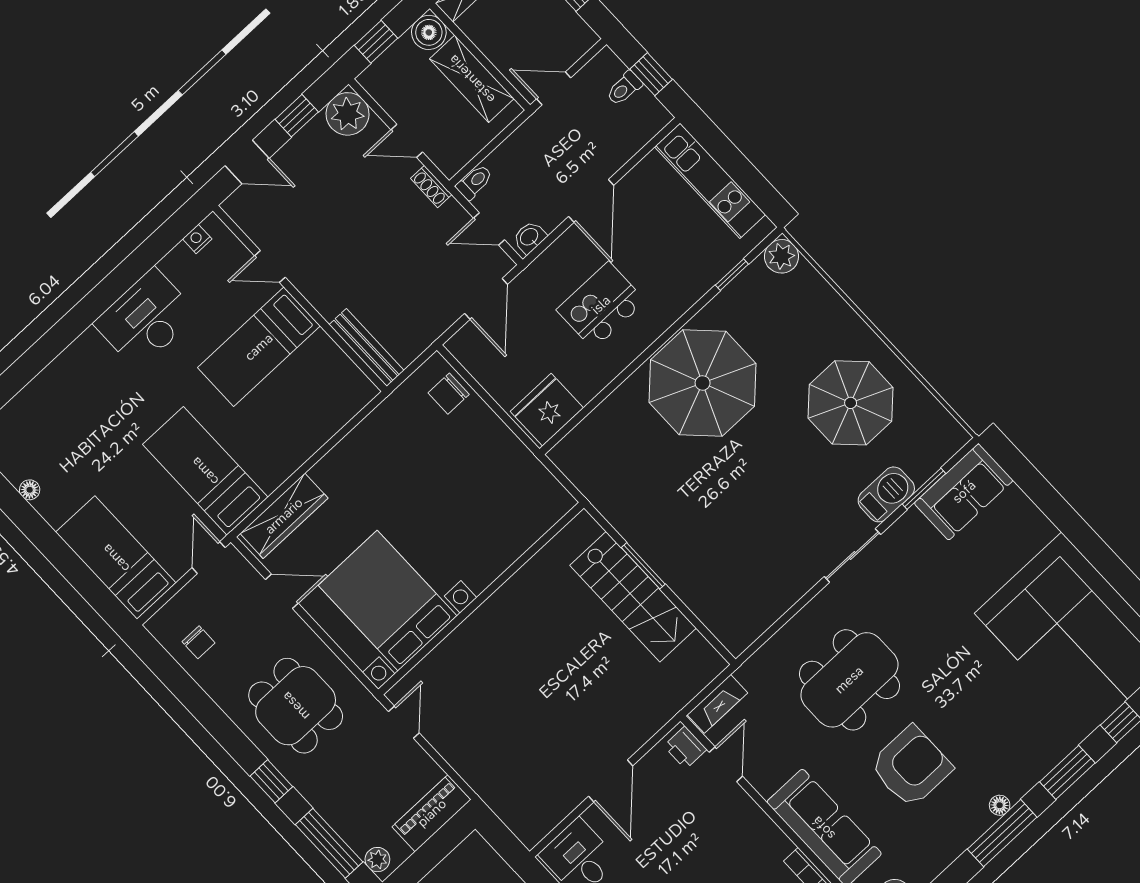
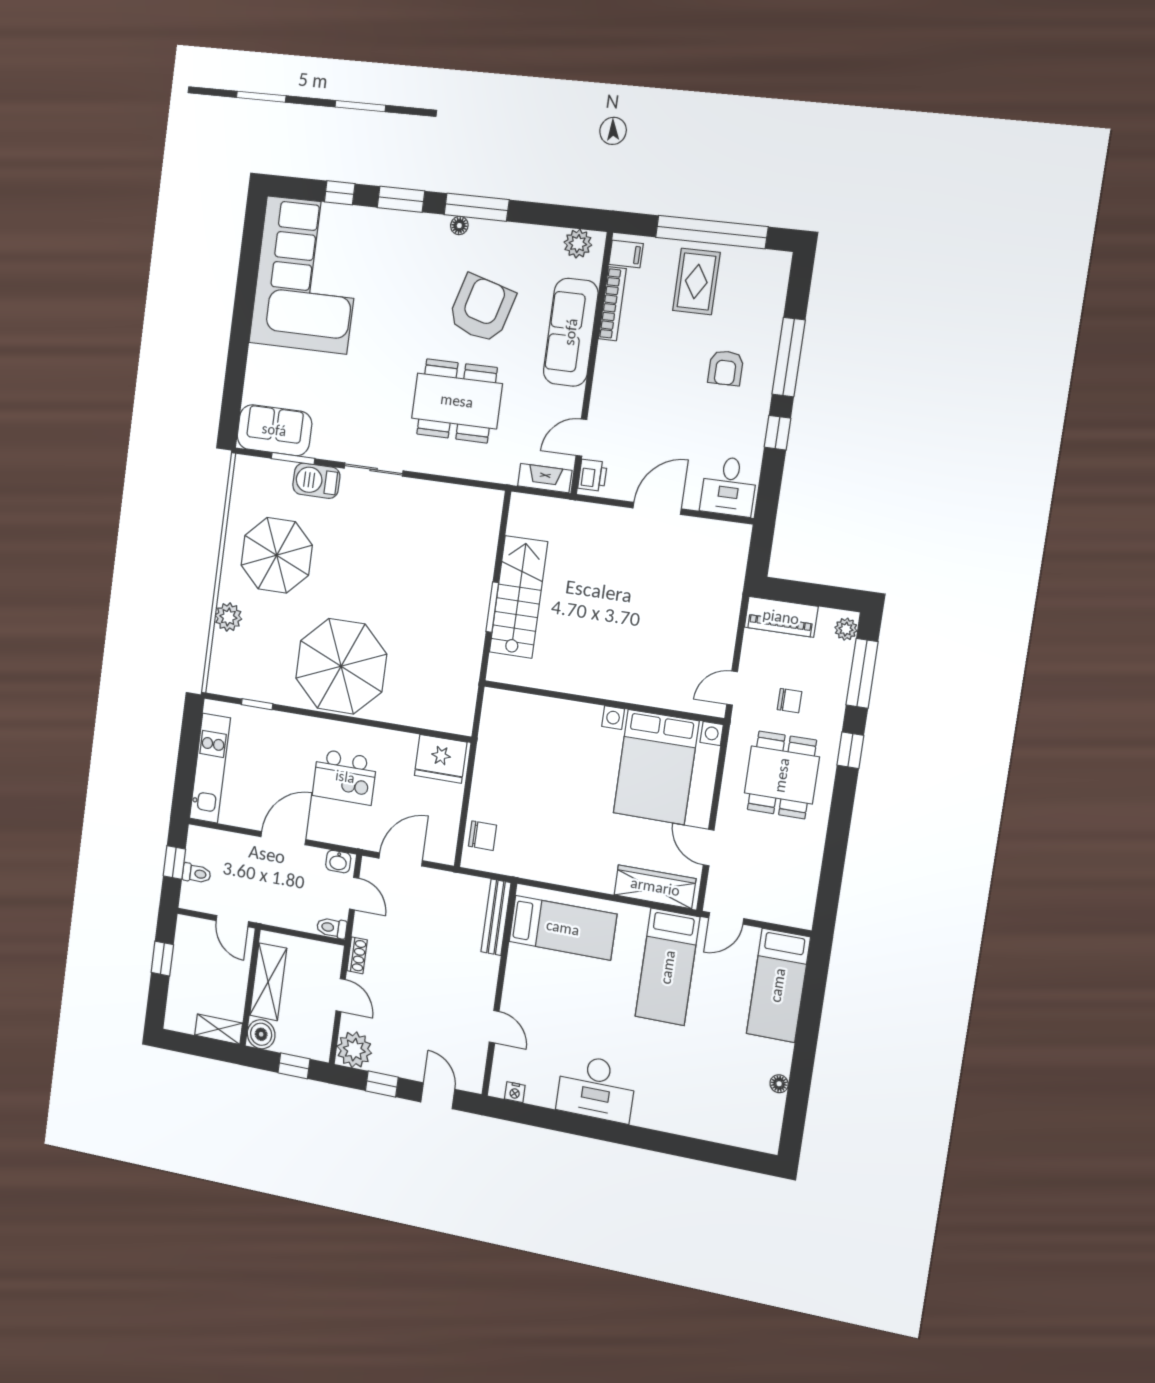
plant: (781, 256) -> (228, 617), moved
bed: (259, 347) -> (563, 928), moved
chair: (199, 642) -> (789, 701), moved, turned 90
armchair: (911, 767) -> (482, 309), turned 106

